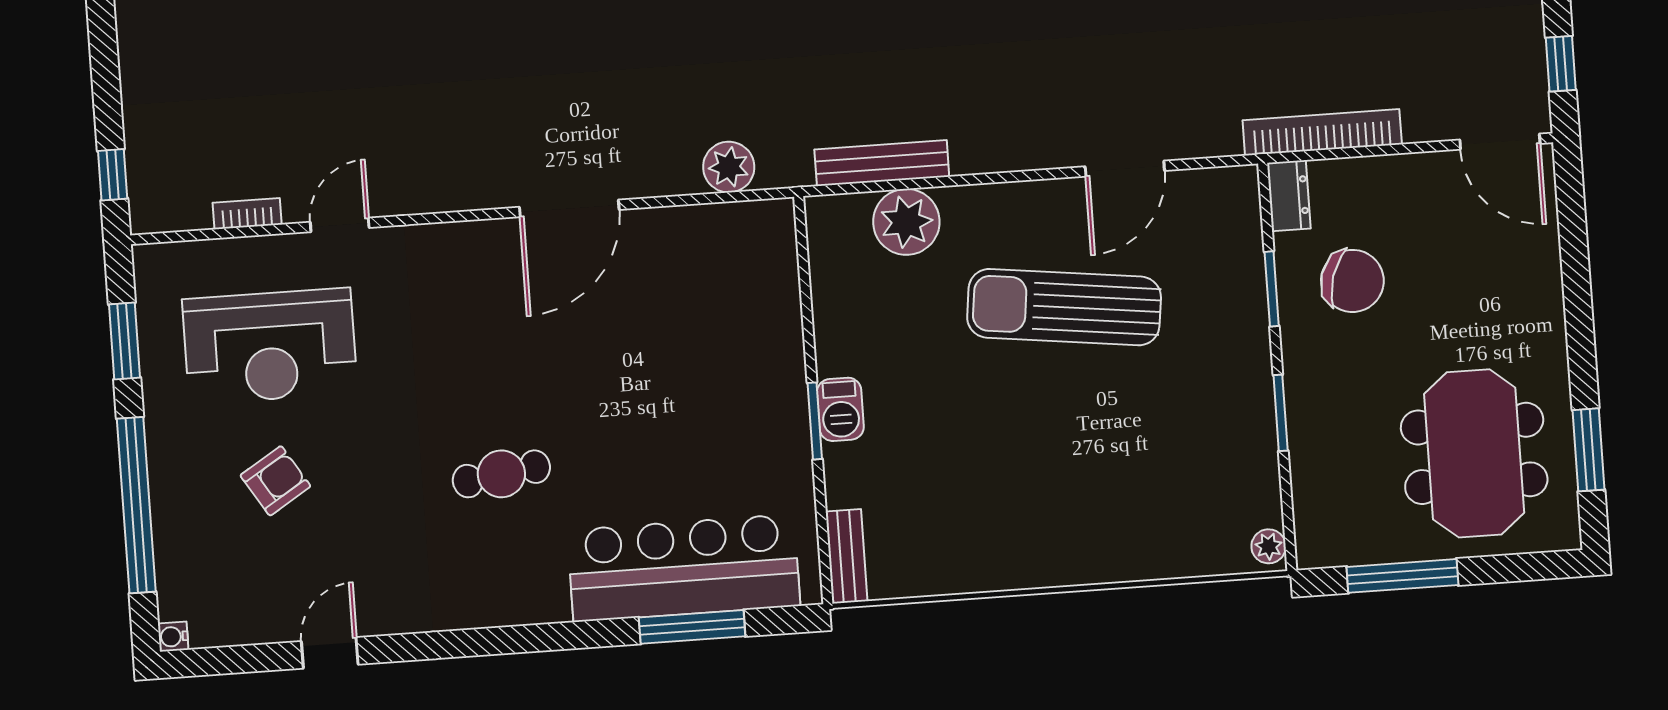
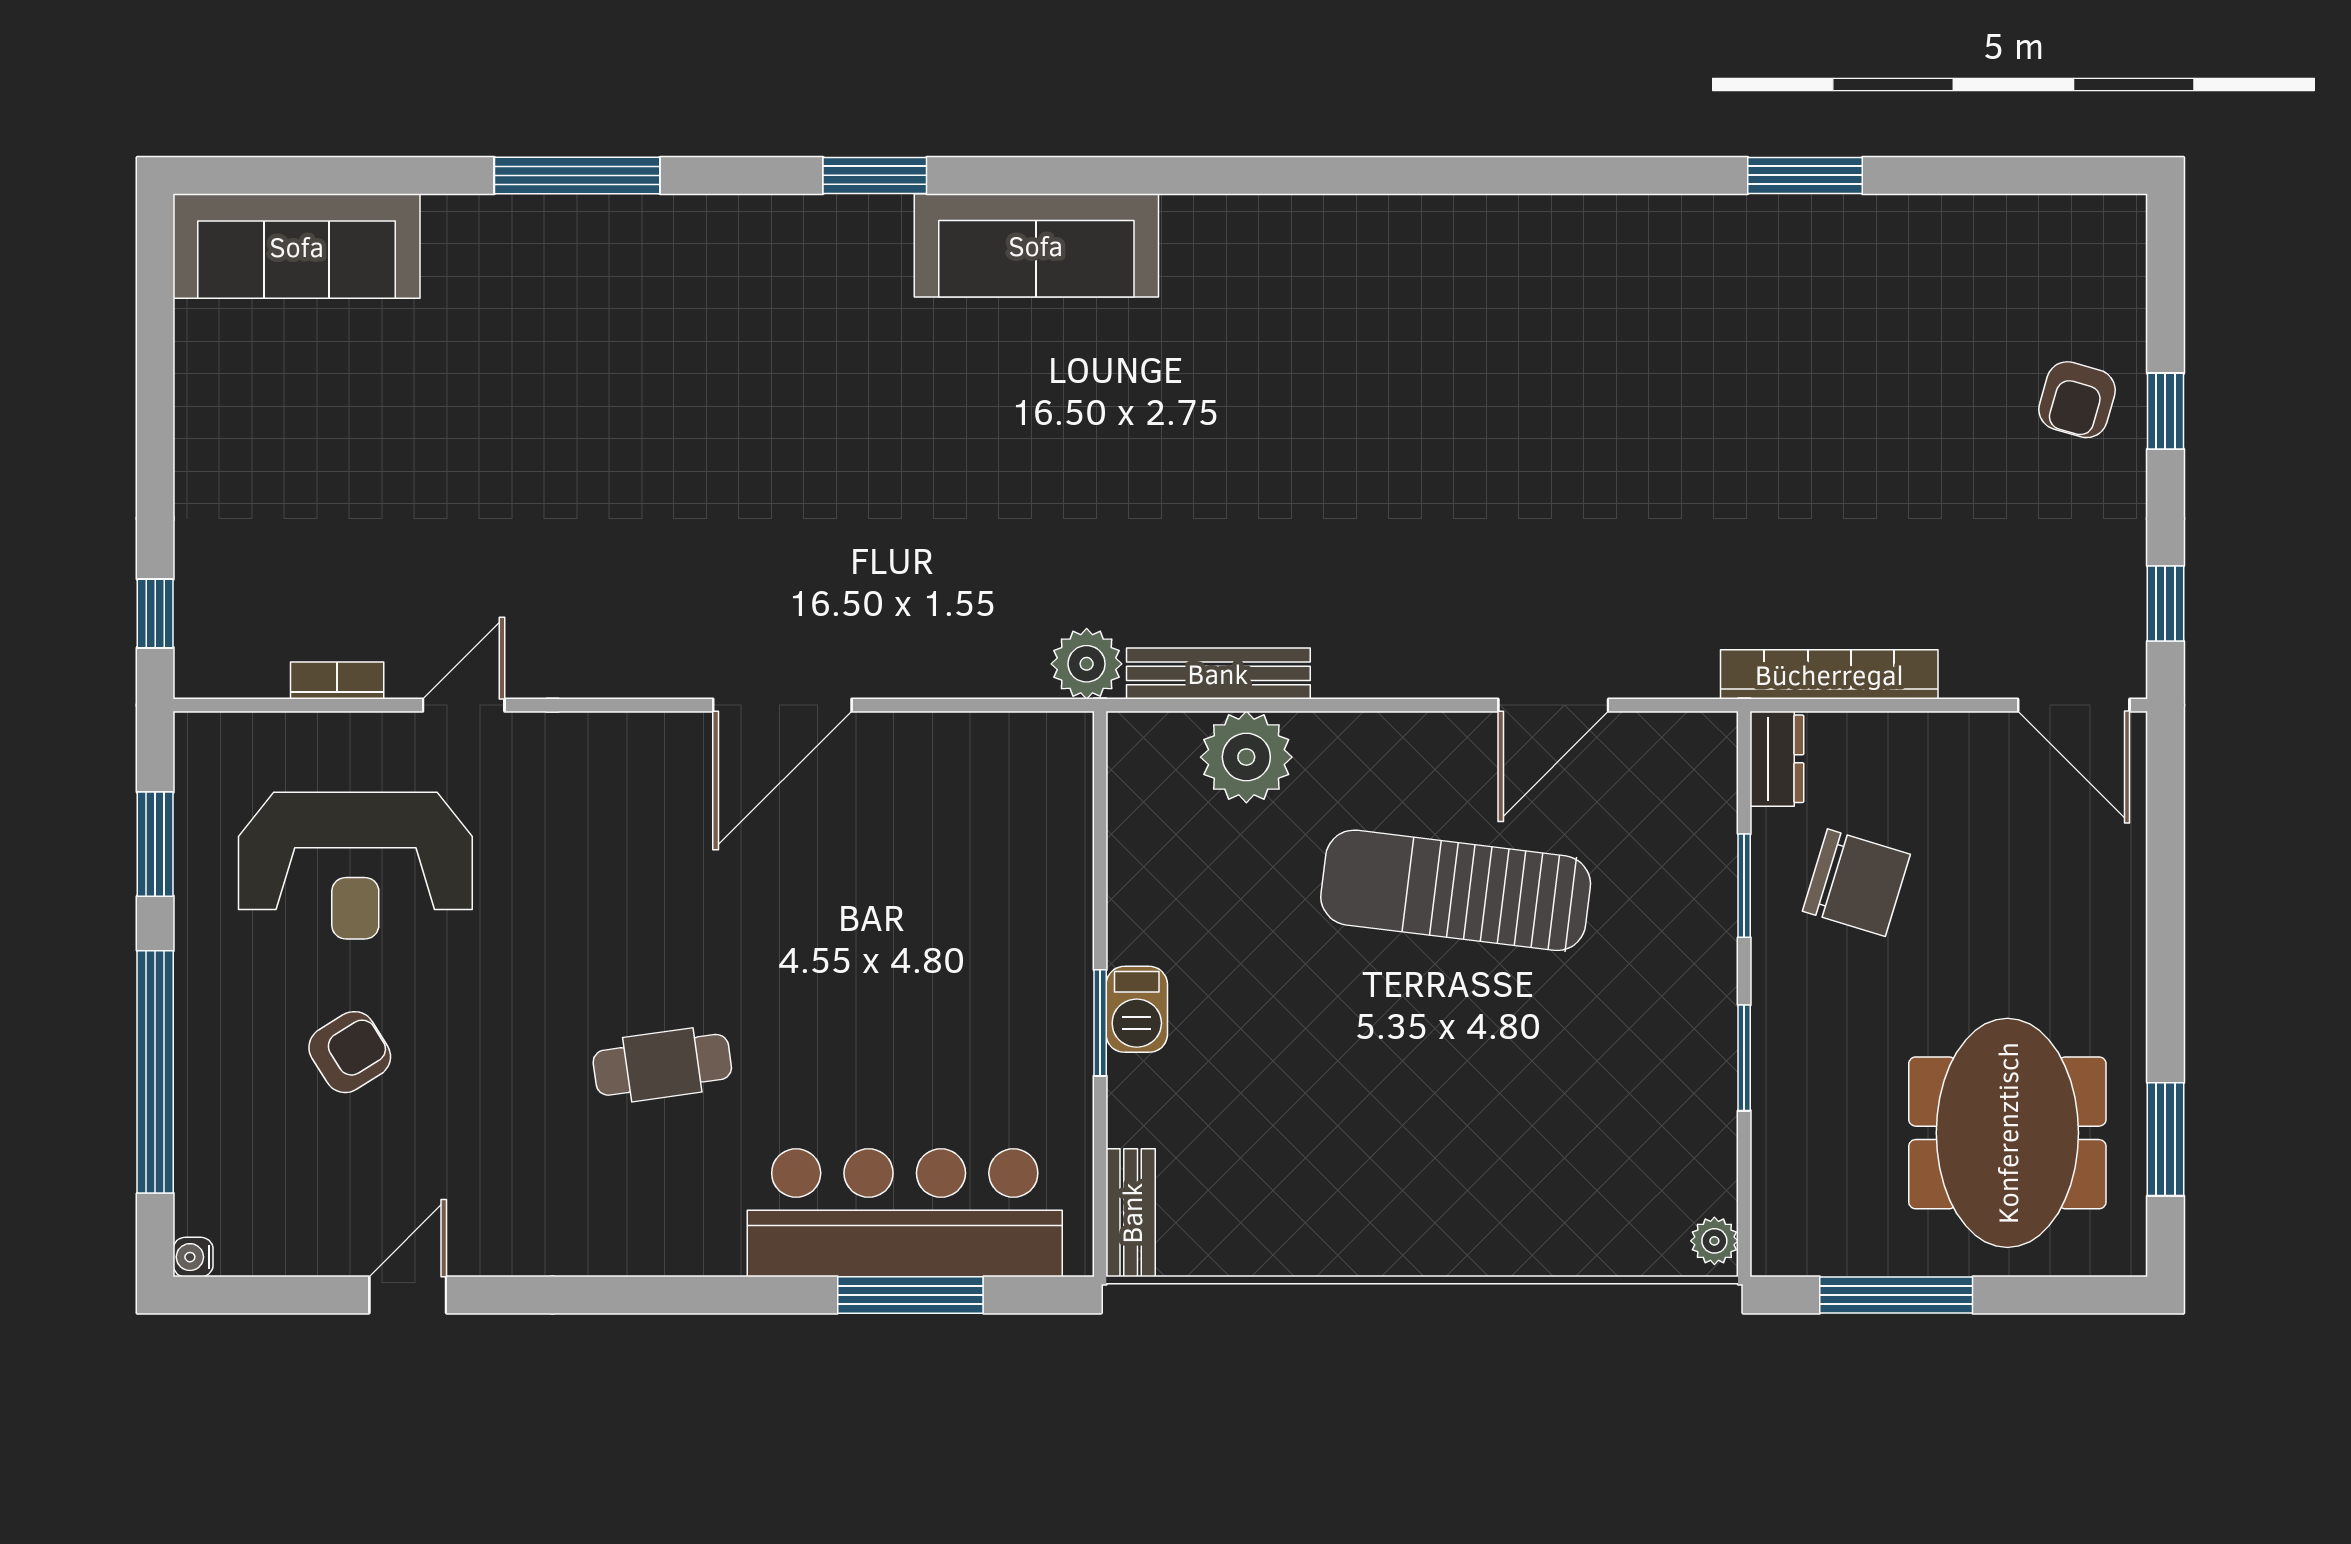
plant: (729, 167) -> (1087, 664), moved

